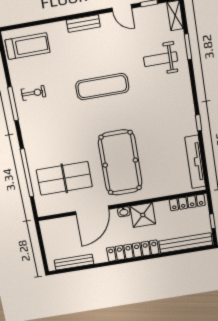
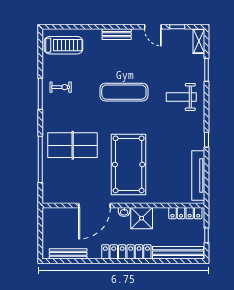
weight bench: (161, 59) -> (181, 97), moved
table tennis table: (64, 178) -> (73, 145), moved

